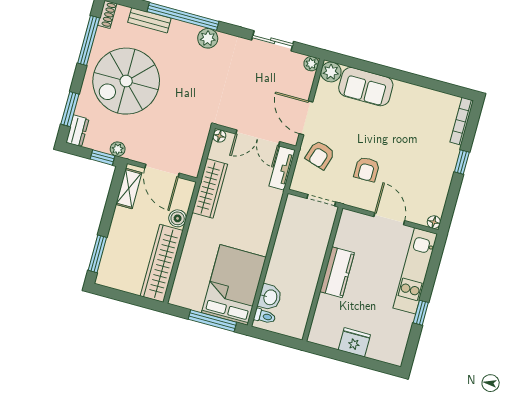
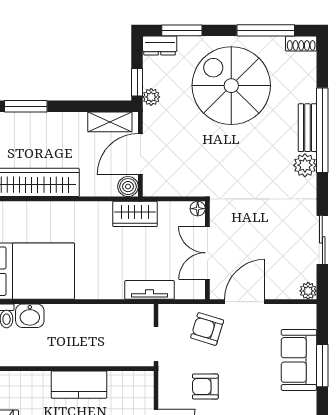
bench: (149, 20) -> (307, 128), moved
window: (376, 69) -> (322, 366), added
plant: (331, 72) -> (305, 316), removed
tv unit: (282, 168) -> (150, 290), moved
wardrobe: (210, 188) -> (135, 214), width x0.67
boiler: (178, 218) -> (128, 187), moved

